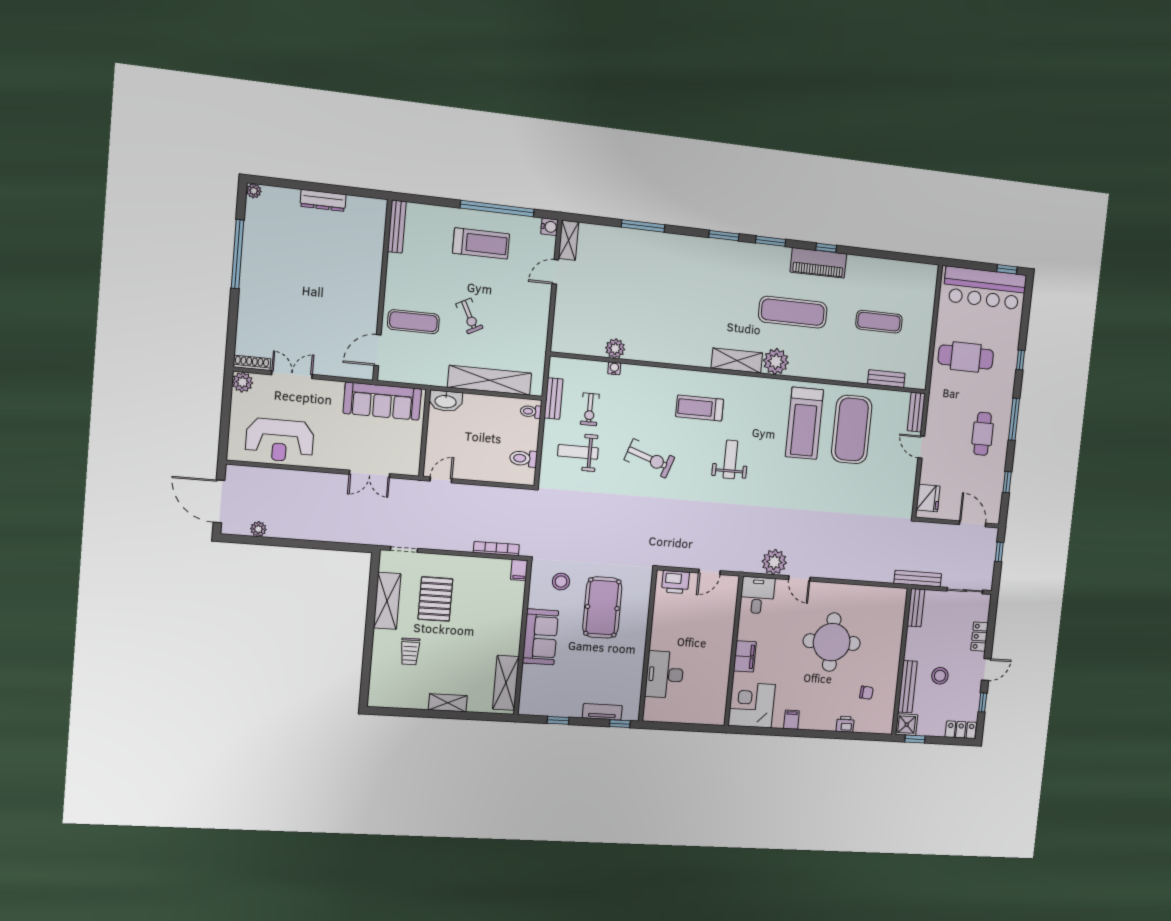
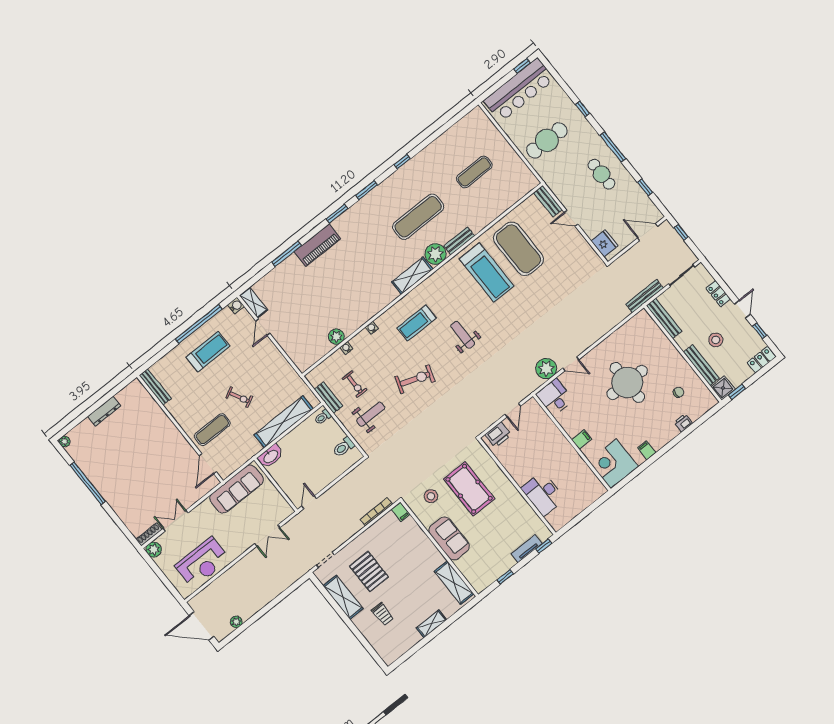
piano: (818, 263) -> (317, 245), moved
water cooler: (655, 372) -> (372, 328), added
bench: (886, 379) -> (459, 241), moved
weight bench: (578, 452) -> (371, 414), turned 180
bench: (916, 608) -> (664, 319), width x1.36
filing cabinet: (745, 656) -> (582, 439), width x0.50

